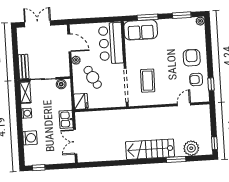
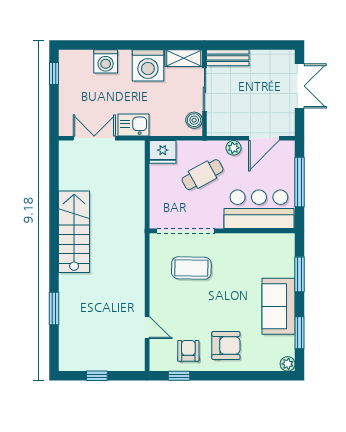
window: (94, 20) -> (299, 182), added
sofa: (141, 30) -> (279, 306), moved
washing machine: (26, 113) -> (148, 65), width x1.89, depth x1.89
window: (215, 143) -> (97, 376), moved
plant: (191, 148) -> (72, 336), removed
stairs: (150, 149) -> (74, 232), moved

